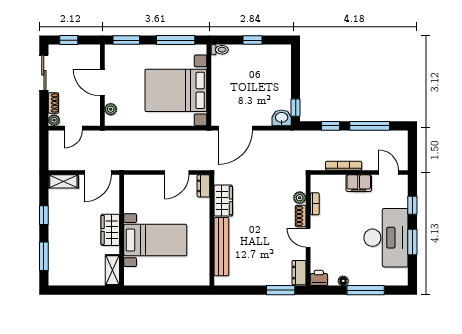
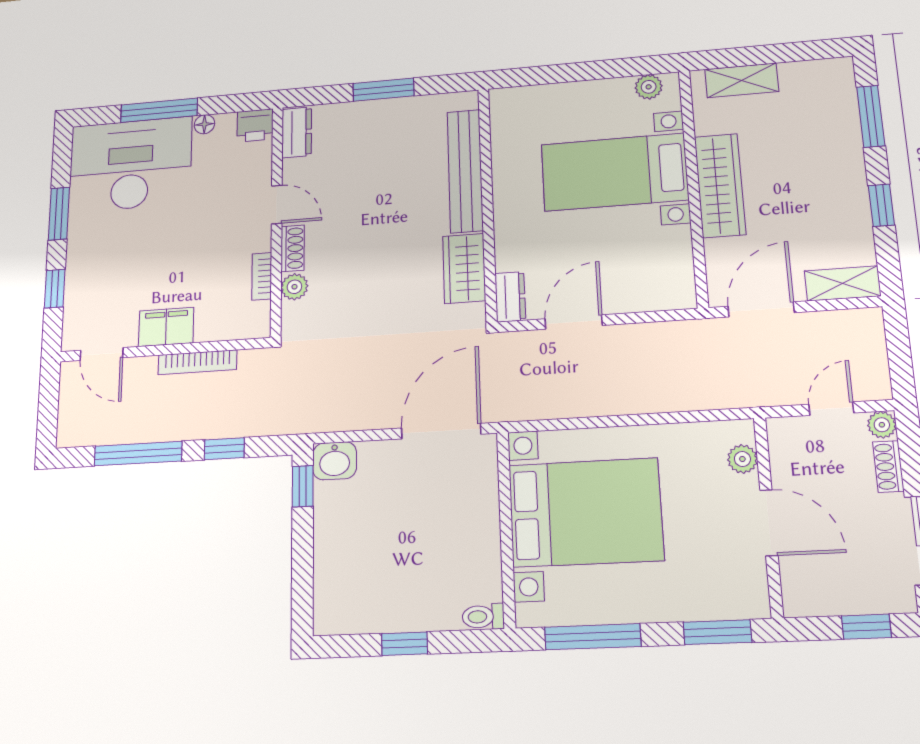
wardrobe: (110, 230) -> (720, 185), width x1.50
desk: (386, 238) -> (130, 164), moved, turned 90
shelving: (112, 270) -> (742, 80), moved, turned 90
plant: (138, 280) -> (649, 87), added
window: (281, 290) -> (383, 90), moved

